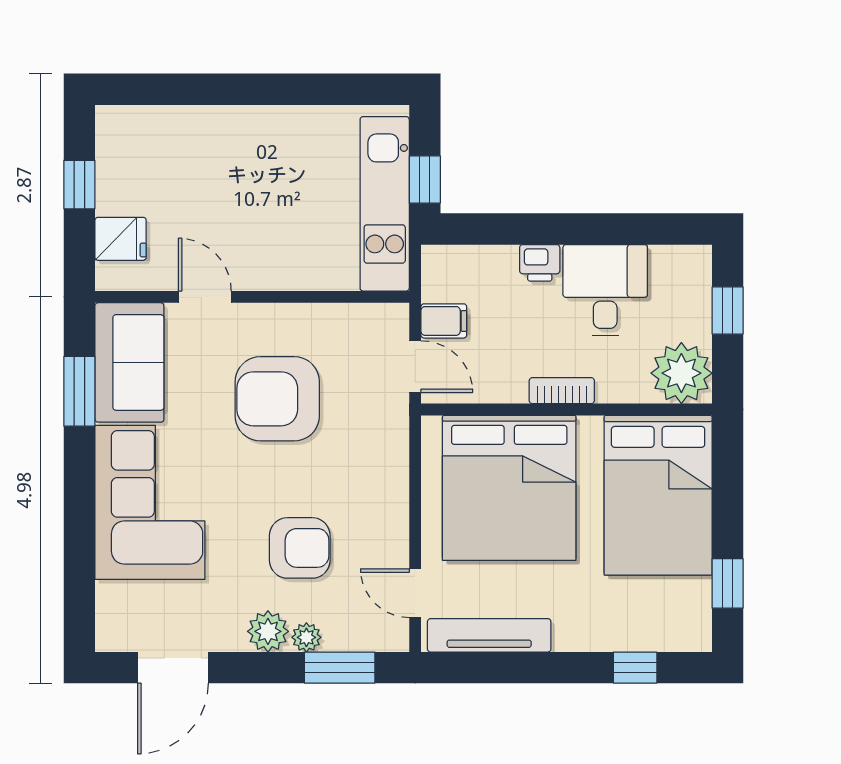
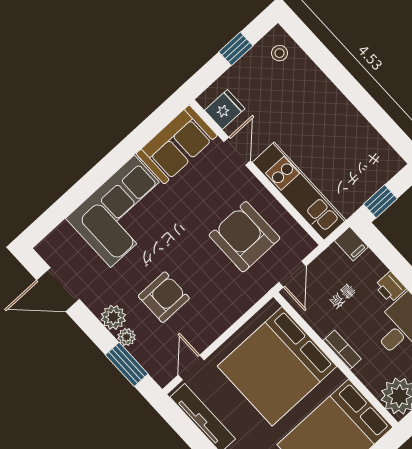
stool: (133, 136) -> (280, 53), added
kitchen unit: (385, 204) -> (299, 191), moved, turned 90
fridge: (121, 239) -> (225, 110), moved, turned -90
filing cabinet: (444, 321) -> (351, 244), moved
window: (79, 391) -> (143, 134), removed
armchair: (277, 399) -> (244, 237), moved
armchair: (300, 548) -> (164, 297), turned -90

